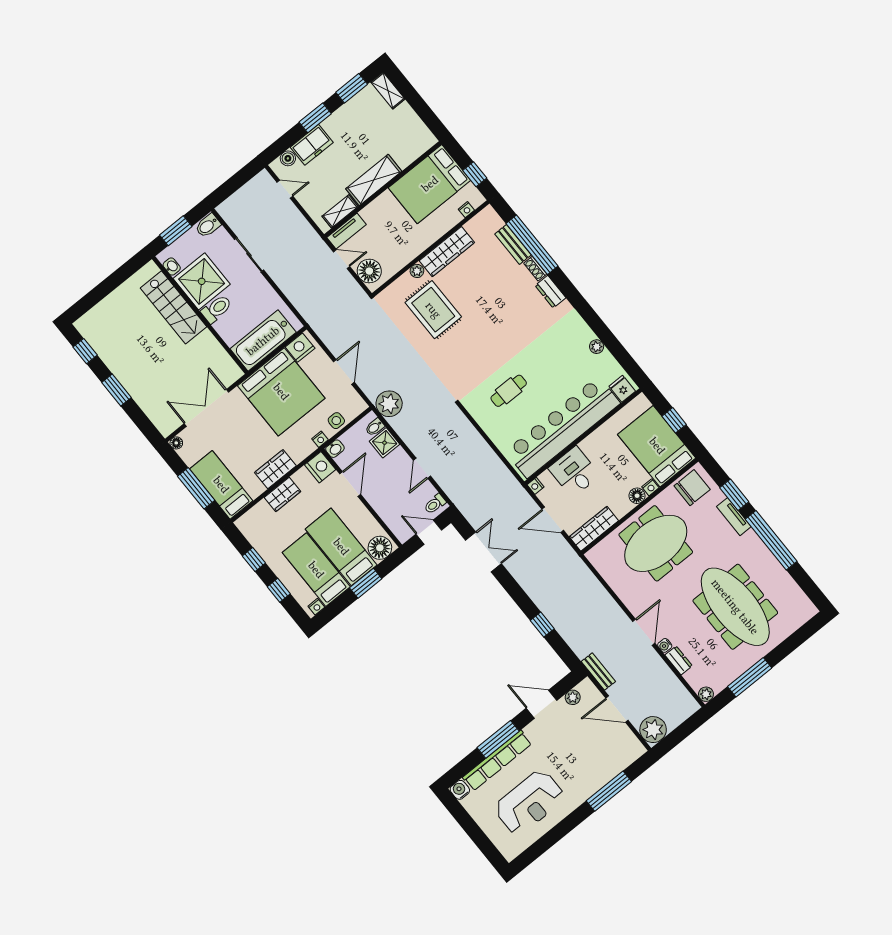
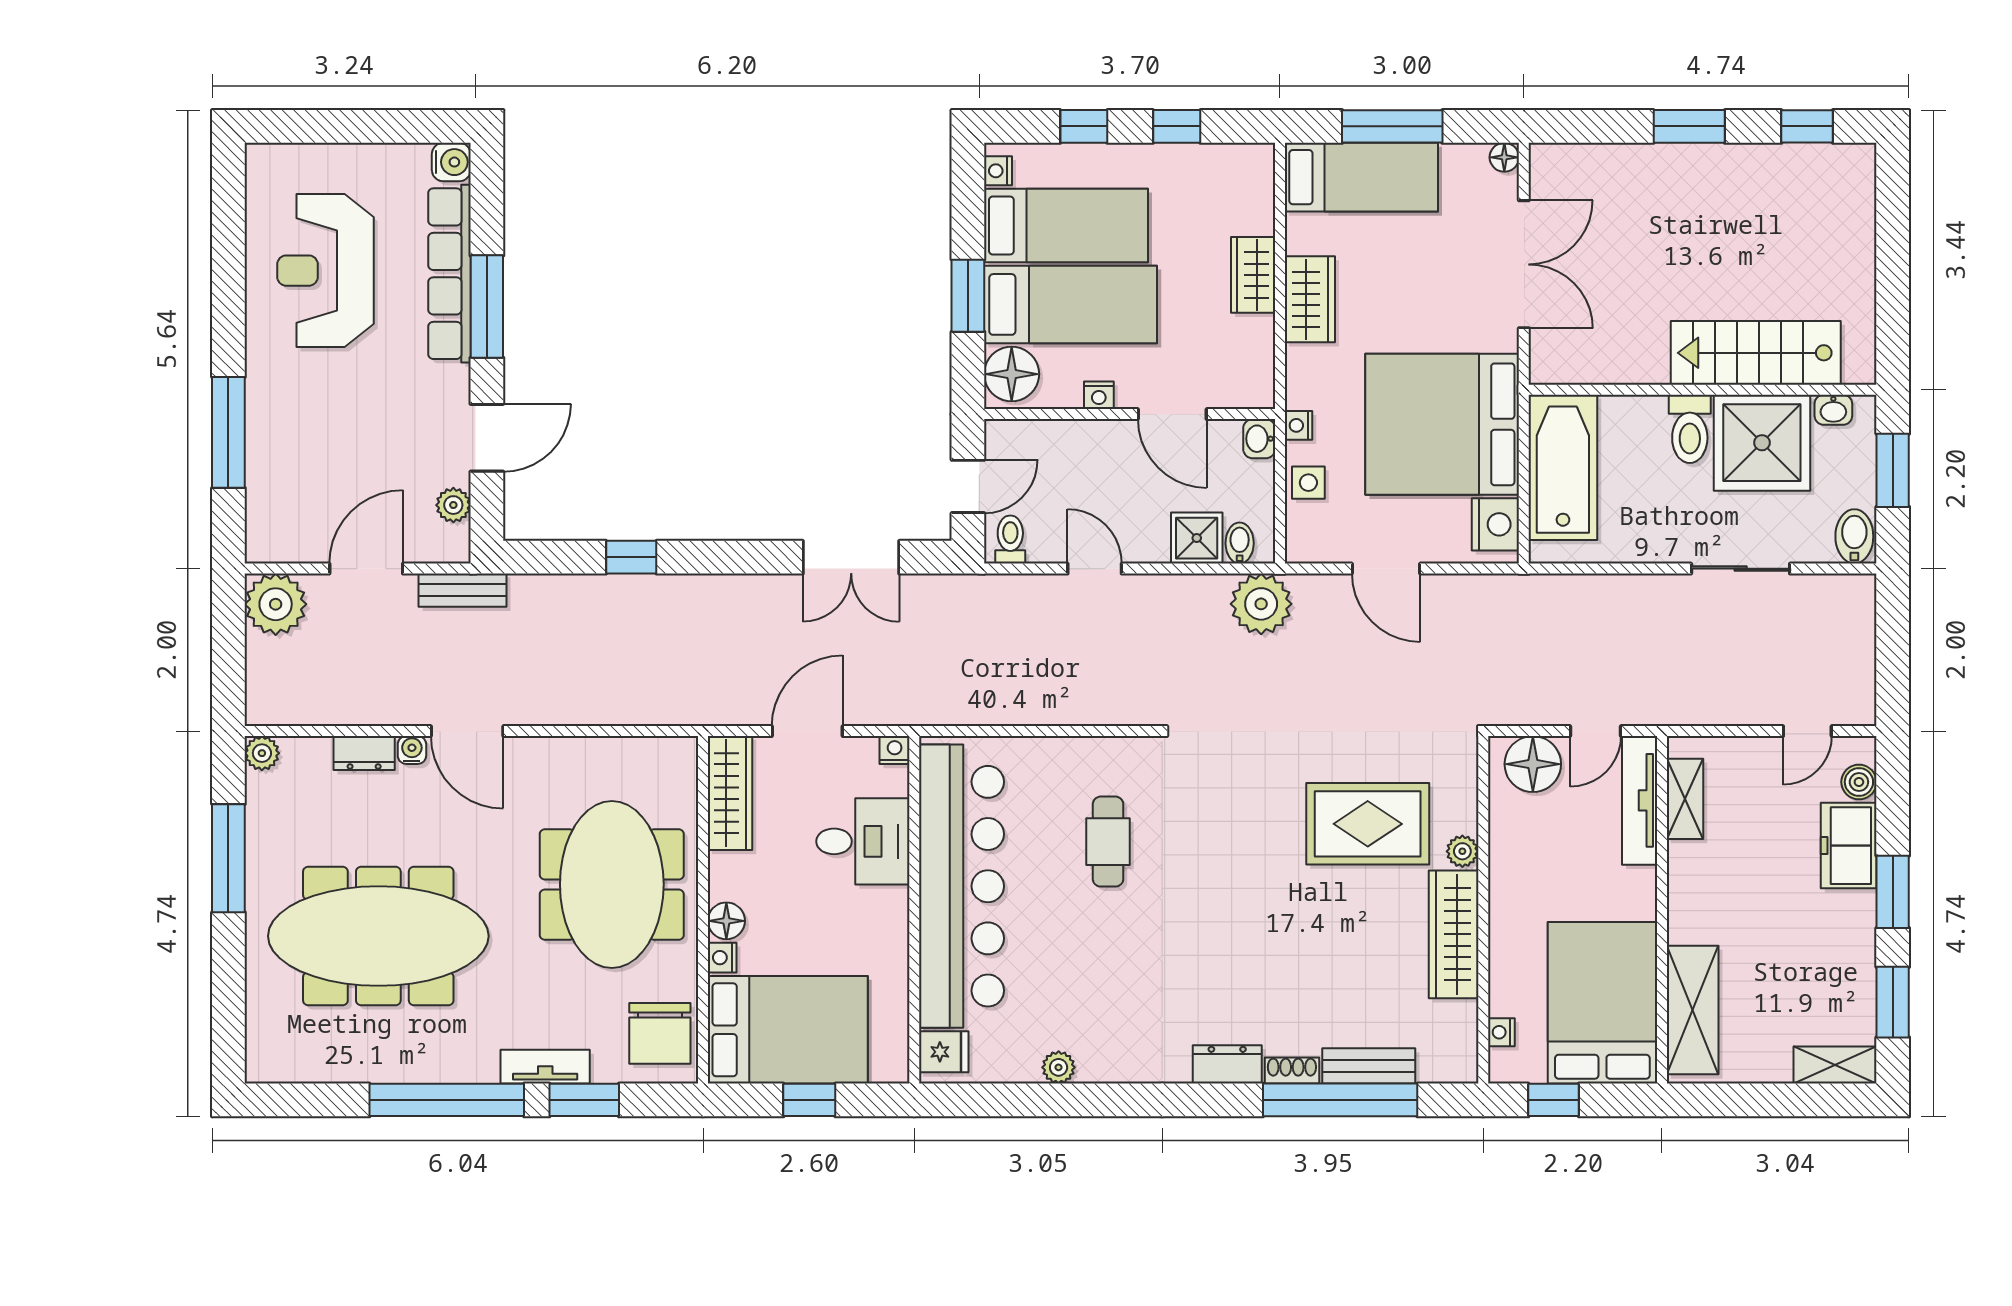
shelving: (374, 180) -> (1693, 1010), moved
tv unit: (347, 231) -> (1640, 800), width x1.41
nightstand: (320, 467) -> (1099, 395), moved, width x0.53, depth x0.56

